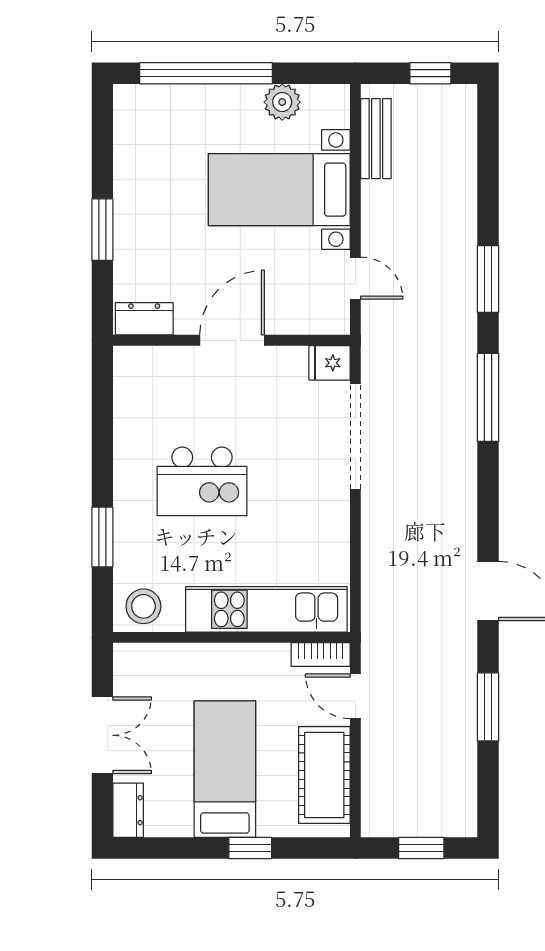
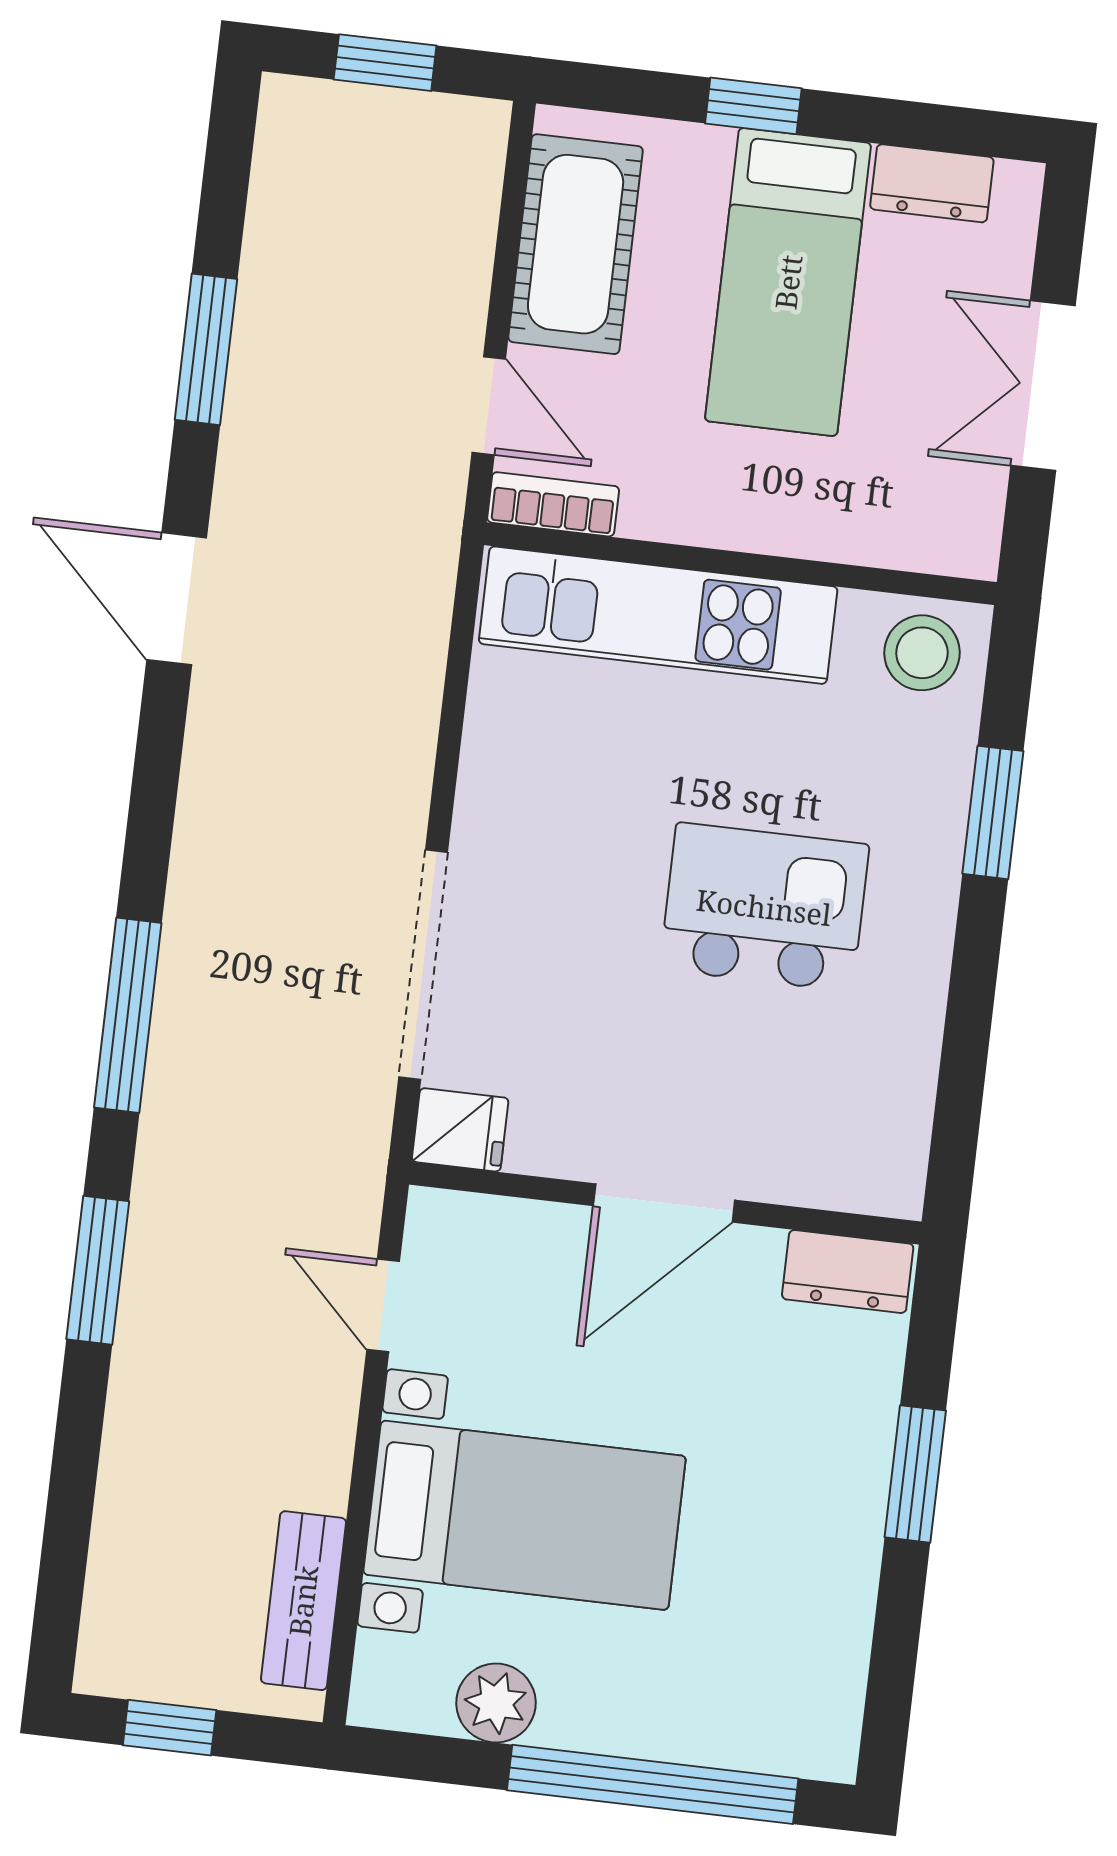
dresser: (128, 810) -> (932, 183), moved, turned -90

